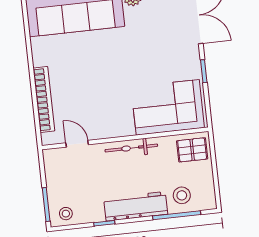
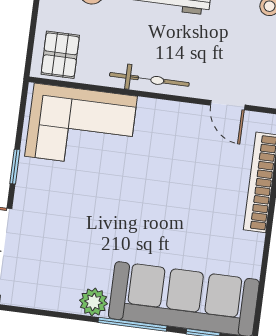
pallet: (192, 150) -> (60, 55), turned 90

